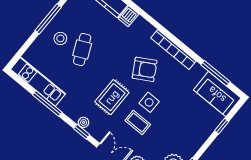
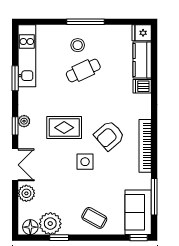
armchair: (145, 69) -> (109, 136), turned 79
window: (47, 103) -> (15, 78), width x0.69
coffee table: (138, 122) -> (94, 218), moved, turned -61
window: (222, 126) -> (139, 238), moved

